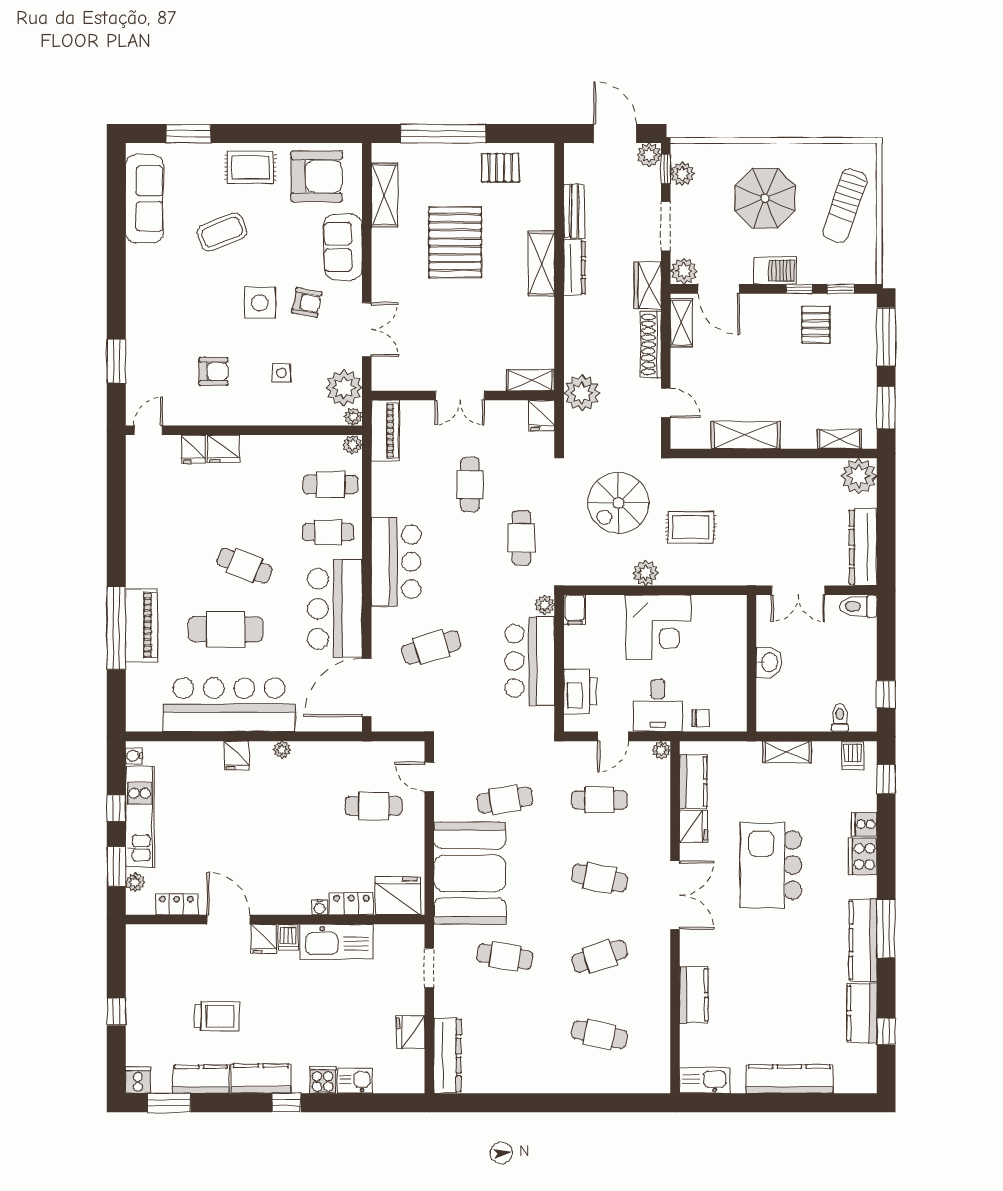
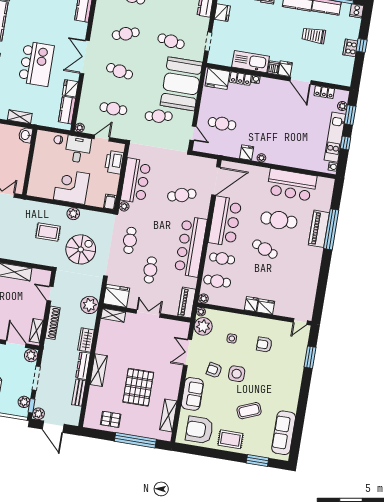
wardrobe: (648, 286) -> (86, 340), moved, turned 180
fridge: (542, 415) -> (116, 296), width x1.88, depth x1.34
fridge: (193, 449) -> (251, 304), moved
bar counter: (396, 562) -> (191, 247), width x1.36
washbasin: (769, 662) -> (26, 135), moved
bar counter: (229, 705) -> (292, 185), width x0.73
fridge: (237, 756) -> (247, 153), moved
cooker: (138, 1003) -> (350, 48), added

